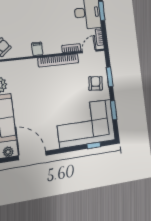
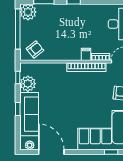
filing cabinet: (37, 49) -> (86, 54), moved

